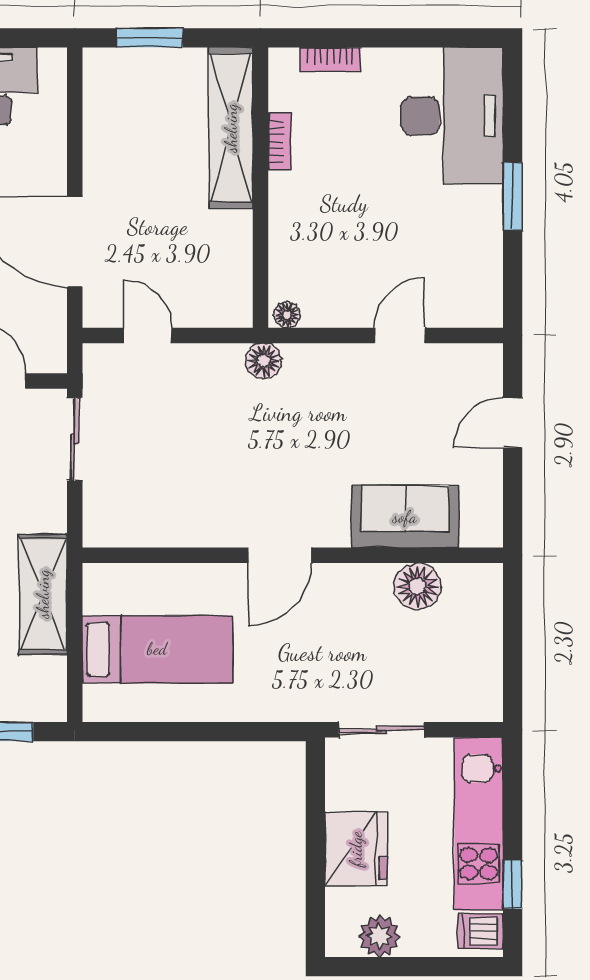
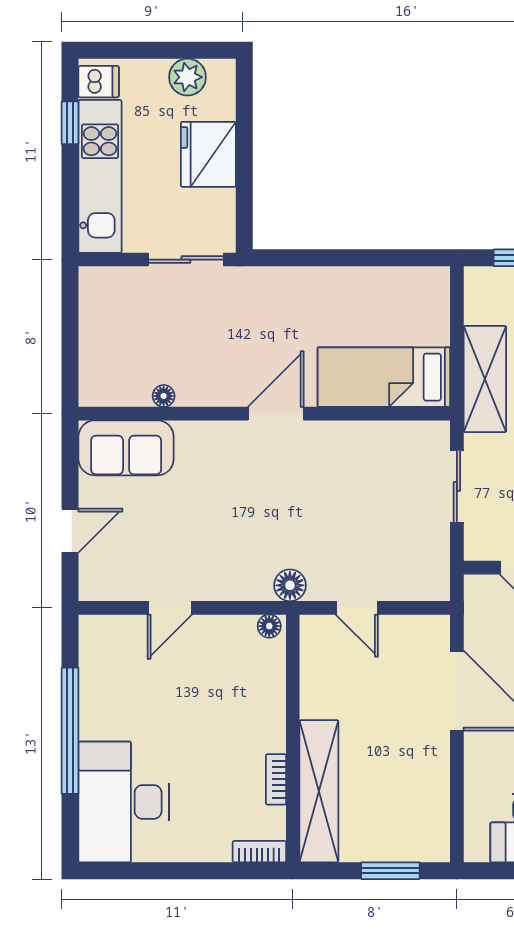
bookcase: (330, 59) -> (259, 852), moved
window: (513, 196) -> (70, 731), width x2.11
door: (148, 335) -> (357, 608), moved
sliding door: (75, 439) -> (457, 486), moved
sofa: (405, 517) -> (126, 448), moved
floor lamp: (418, 586) -> (164, 396), width x0.53, depth x0.53
bed: (157, 649) -> (384, 377), moved

